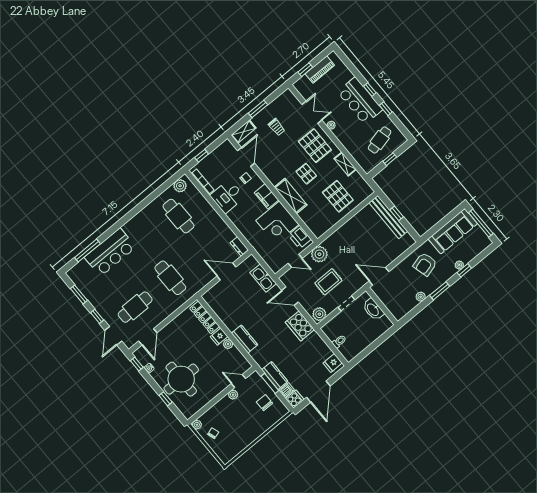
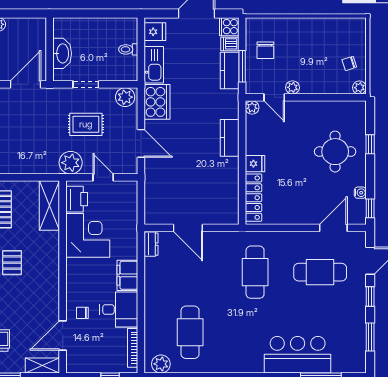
filing cabinet: (266, 196) -> (127, 275), moved, turned 180
shelving: (291, 196) -> (49, 205), moved
door: (379, 276) -> (26, 84), swing flipped
kitchen sink: (263, 278) -> (154, 65), moved
plant: (228, 344) -> (252, 107), moved
round table: (181, 379) -> (335, 152), width x0.73, depth x0.73

